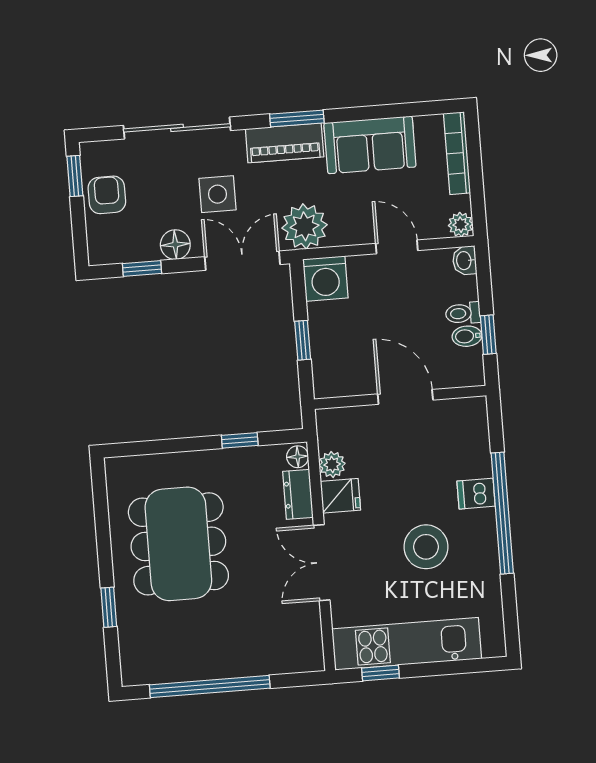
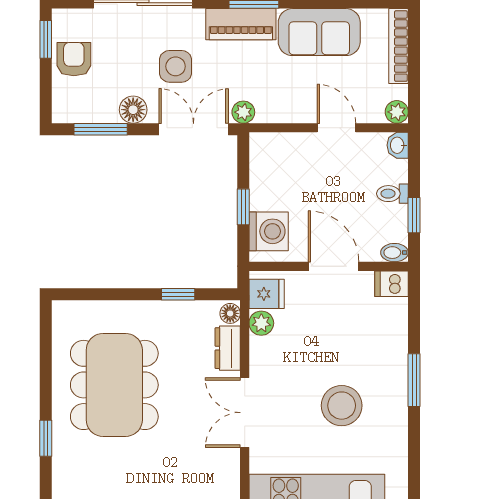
plant: (305, 226) -> (243, 112), width x0.53, depth x0.53
window: (142, 269) -> (101, 129), width x1.50
washing machine: (325, 279) -> (269, 231), moved, turned -90
bidet: (467, 336) -> (394, 253), moved
dishwasher: (476, 494) -> (392, 284), moved
fridge: (340, 496) -> (267, 294), moved
window: (502, 513) -> (414, 380), width x0.47

